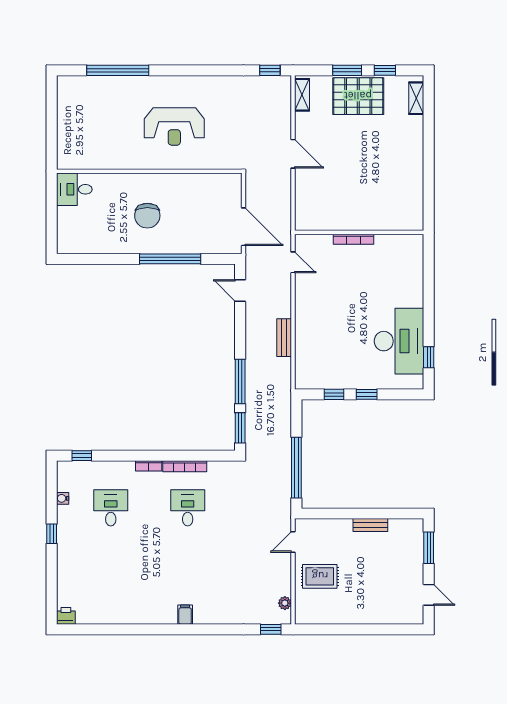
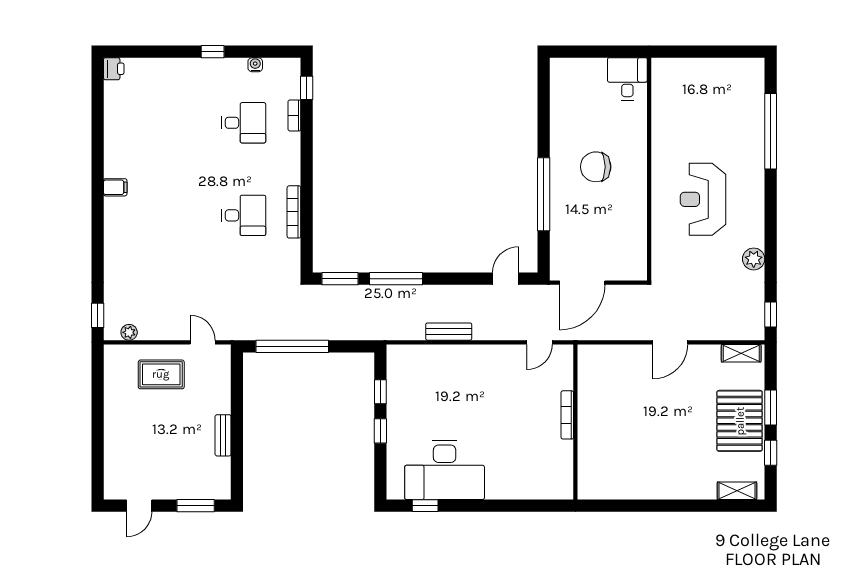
plant: (224, 84) -> (754, 259), added
bookcase: (149, 466) -> (294, 115), moved
rug: (320, 576) -> (161, 374), turned 90
filing cabinet: (185, 615) -> (115, 187), moved

